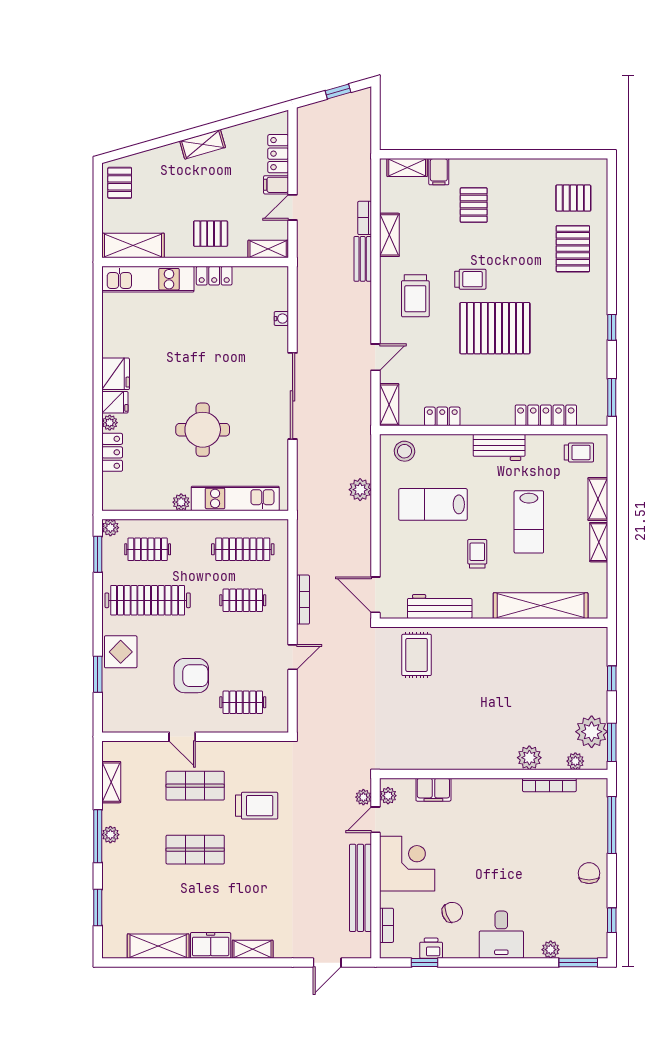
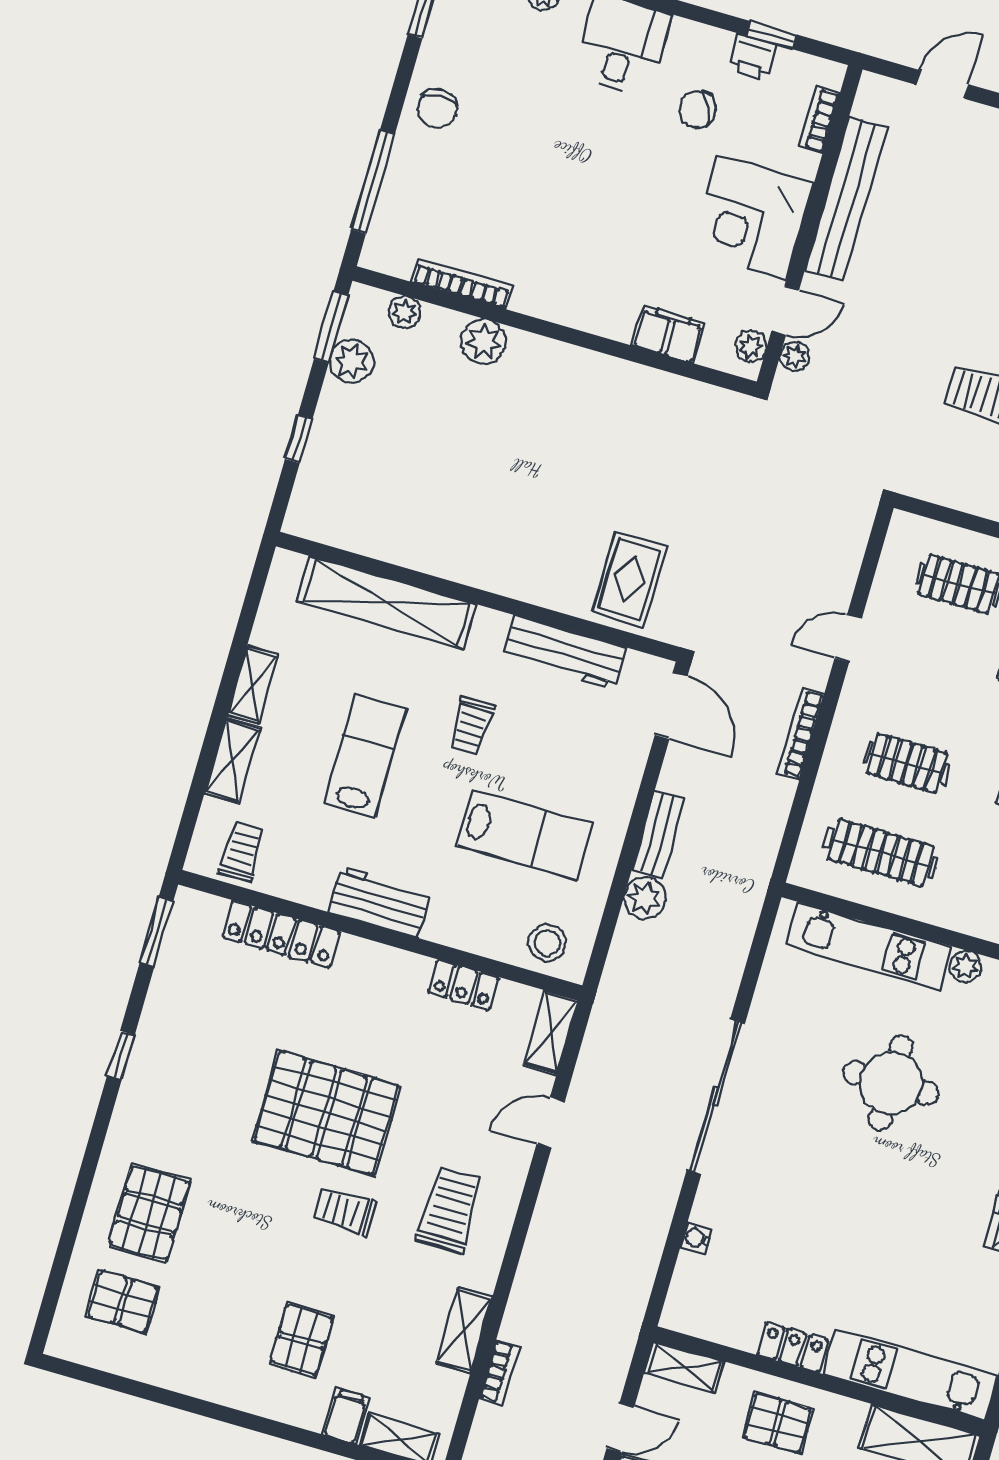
bench: (363, 259) -> (658, 834), moved
trolley: (579, 452) -> (242, 852), turned 90
plant: (592, 732) -> (352, 361), width x0.73, depth x0.73

